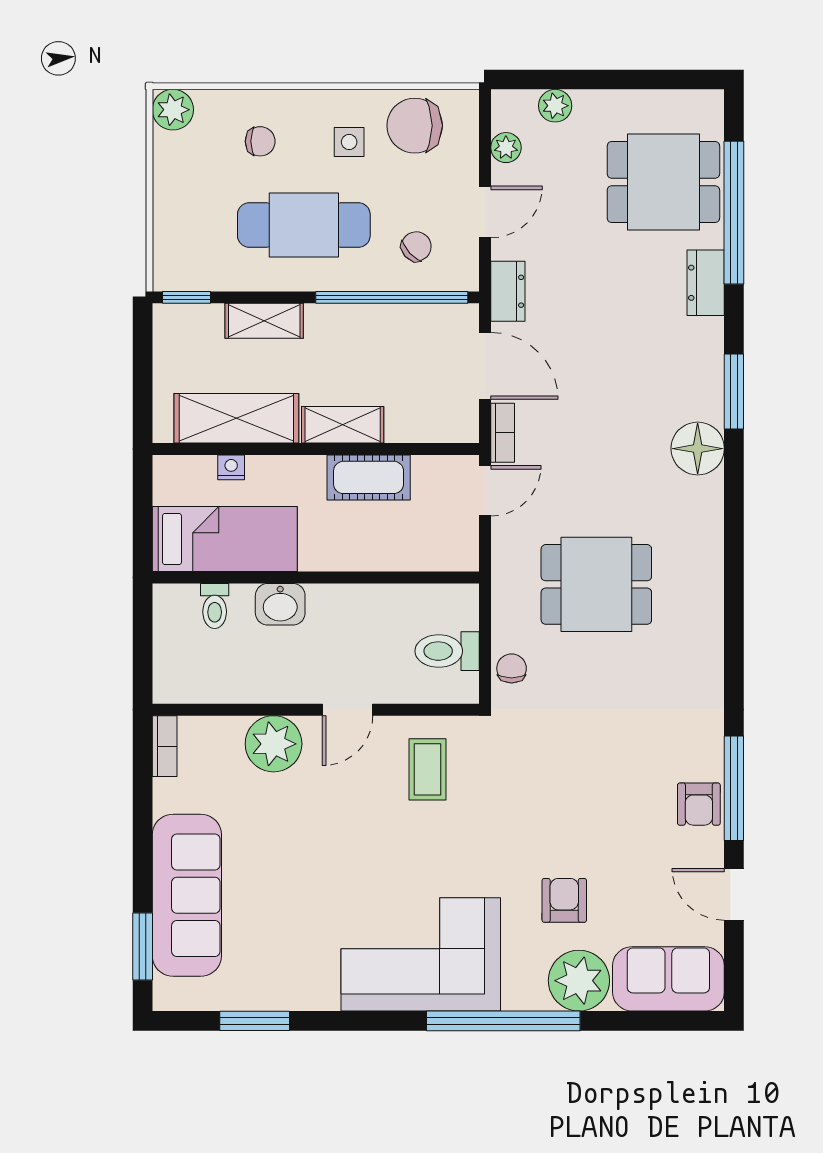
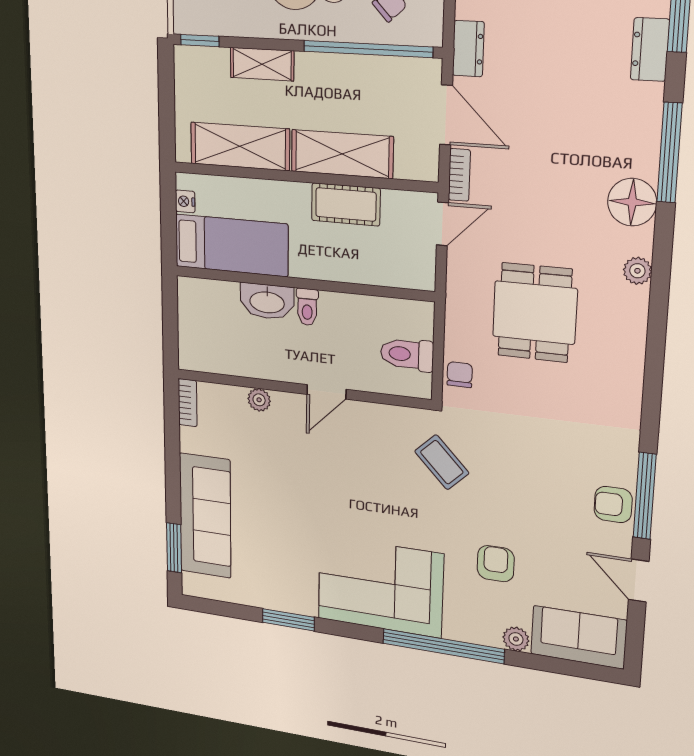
window: (734, 391) -> (669, 153), width x1.44
shelving: (343, 425) -> (342, 154), width x1.50, depth x1.33
nightstand: (231, 467) -> (185, 201), moved, turned -90
plant: (708, 525) -> (637, 271), added
dining table: (596, 584) -> (535, 313), turned 90
washbasin: (280, 604) -> (267, 301), width x1.38
toilet: (215, 606) -> (307, 307), moved
plant: (274, 744) -> (259, 400), width x0.53, depth x0.53
coffee table: (428, 769) -> (442, 462), moved, turned -44
armchair: (699, 804) -> (613, 504), turned 90
plant: (579, 981) -> (516, 639), width x0.53, depth x0.53
window: (255, 1021) -> (288, 620), moved

